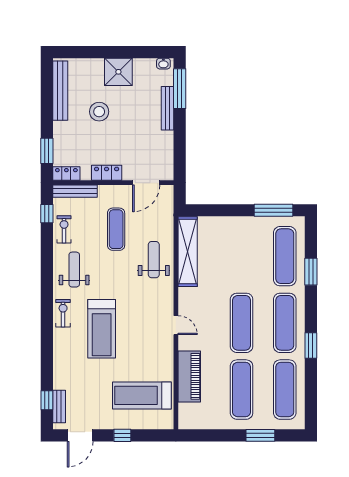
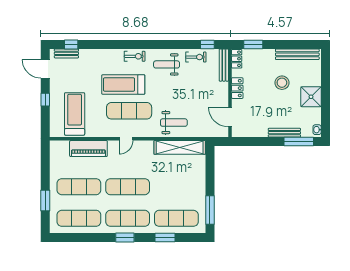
exercise mat: (116, 229) -> (129, 111), moved, width x1.36, depth x1.45
weight bench: (74, 270) -> (167, 64), turned 180
window: (311, 345) -> (125, 237), moved

